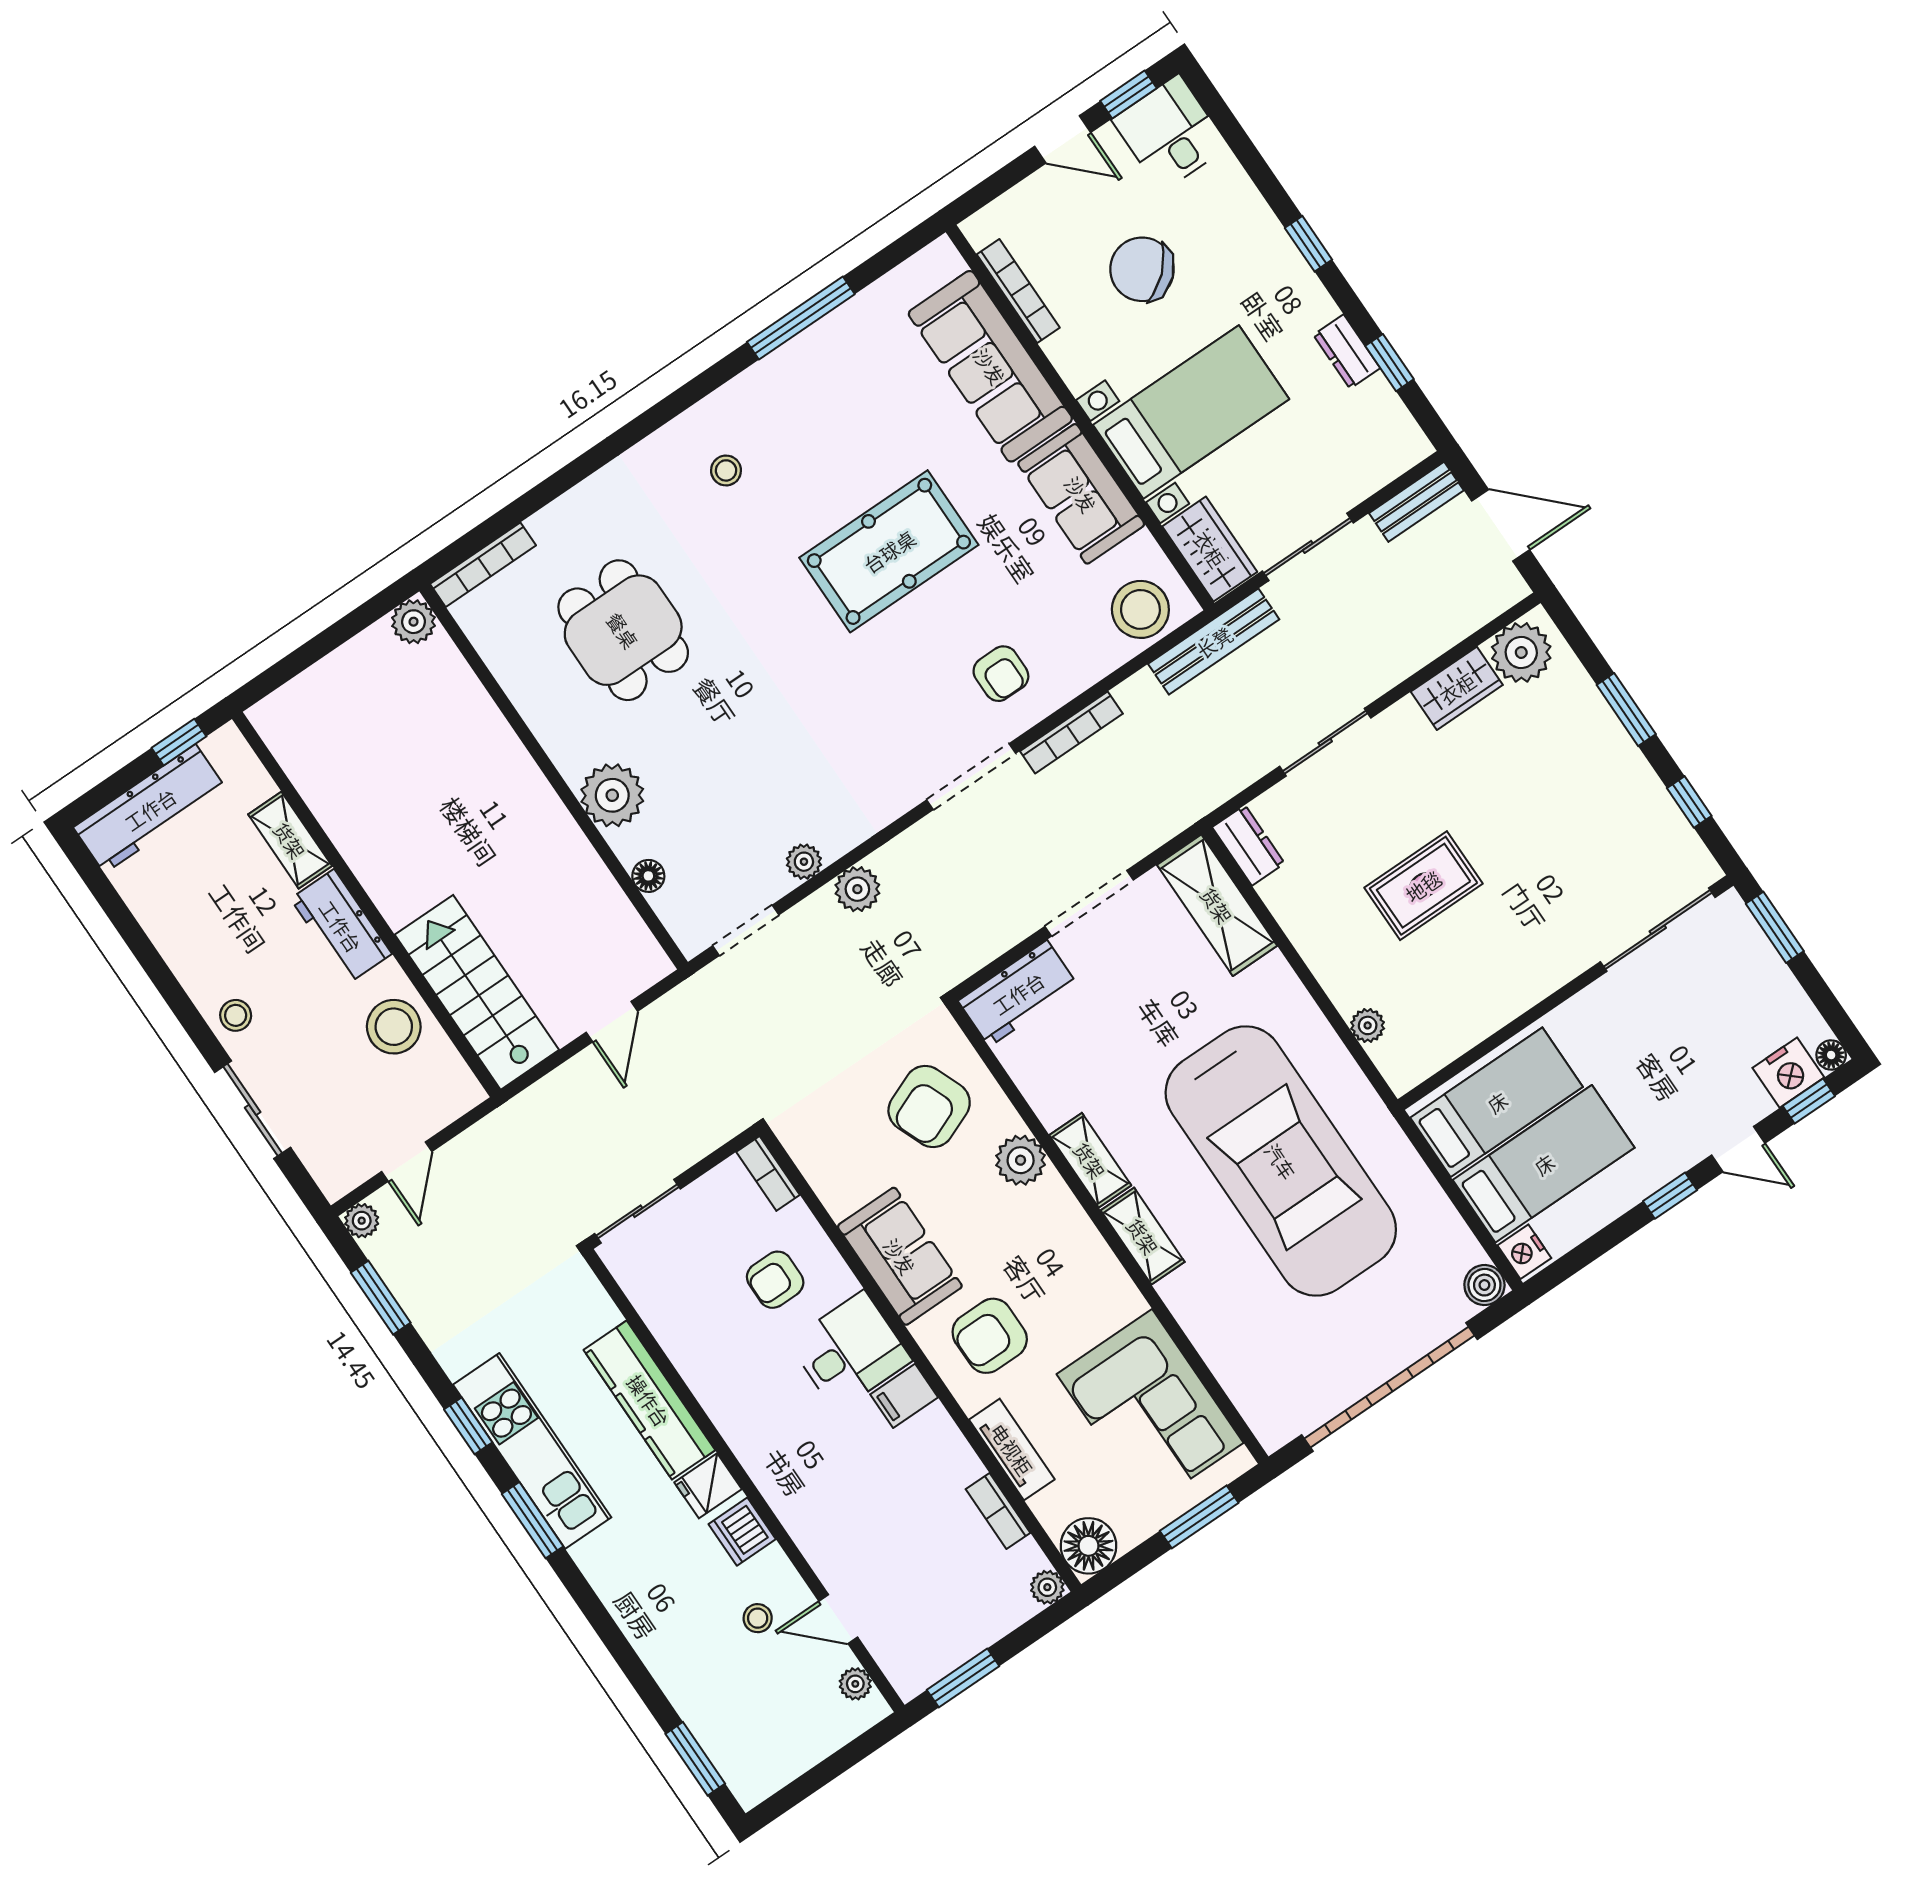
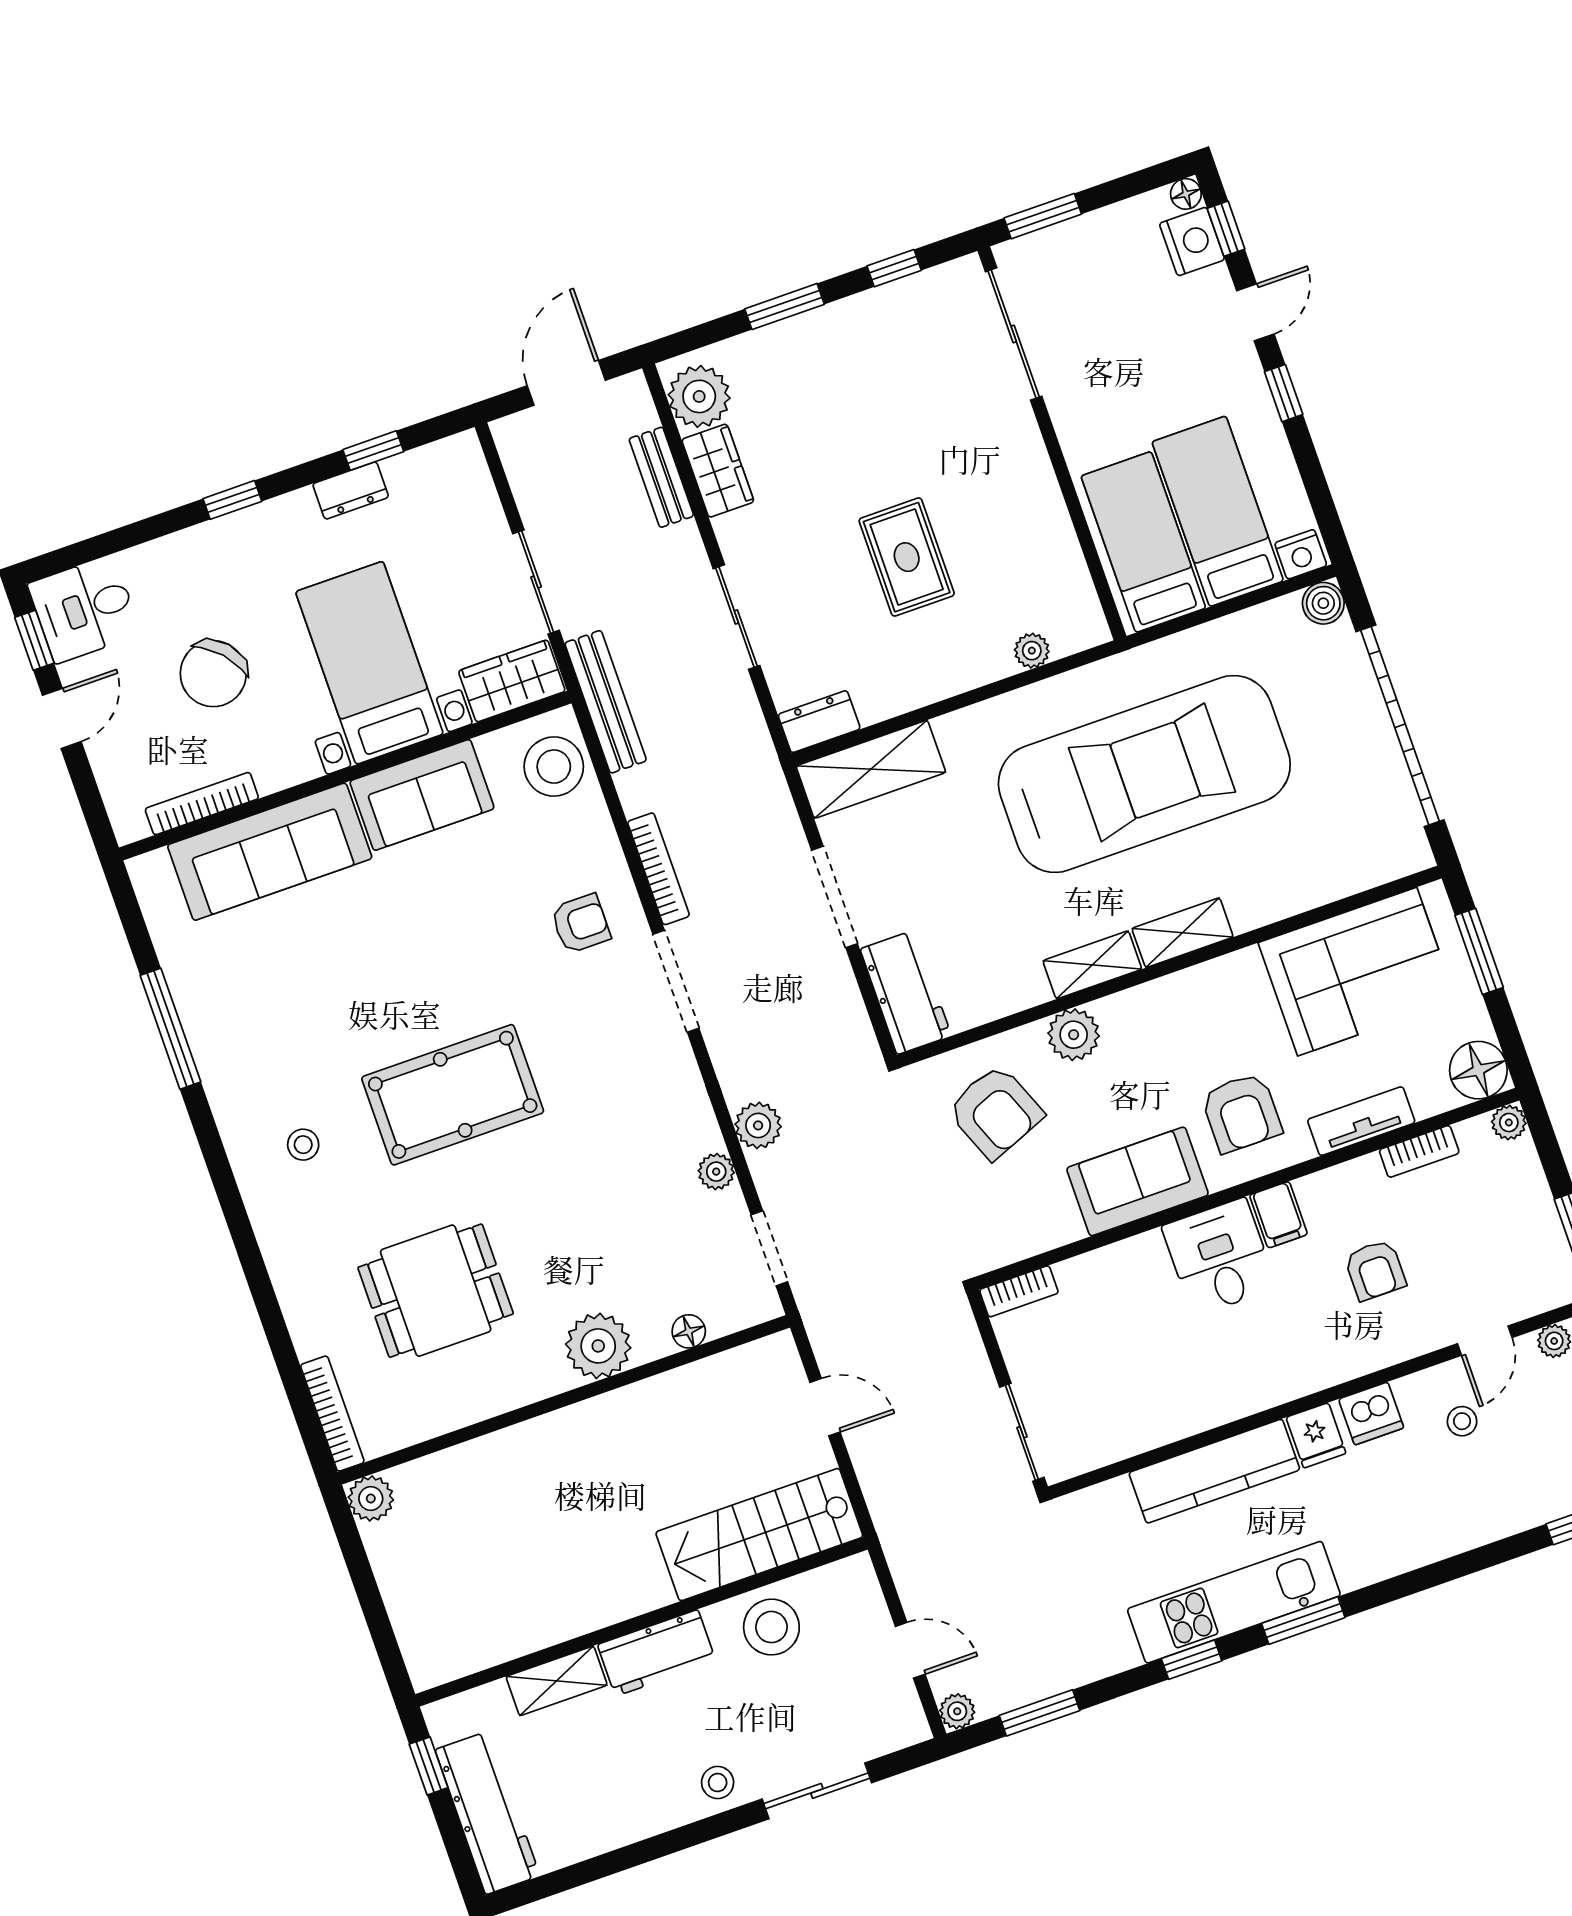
bench: (1416, 502) -> (661, 477), moved
pool table: (889, 551) -> (453, 1095), moved, turned 90
armchair: (775, 1280) -> (1375, 1270), moved

